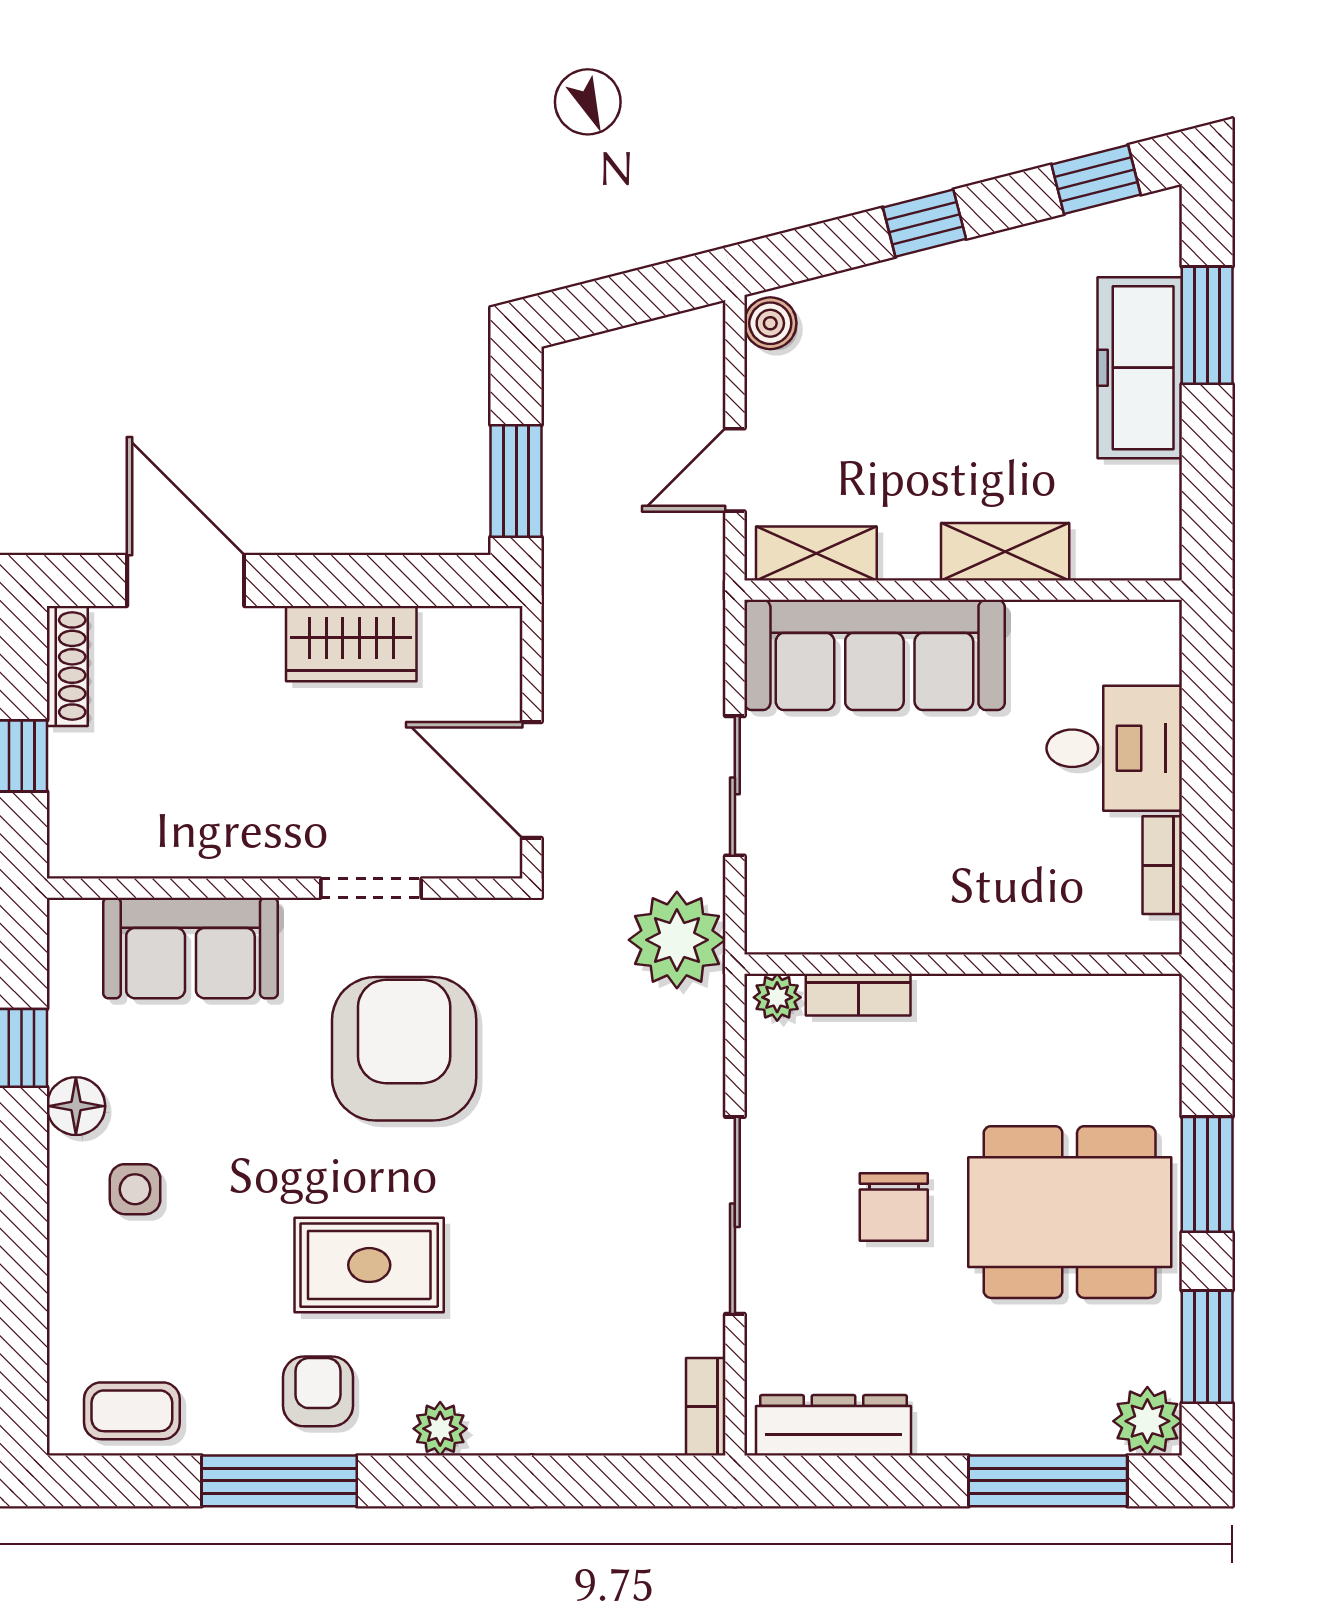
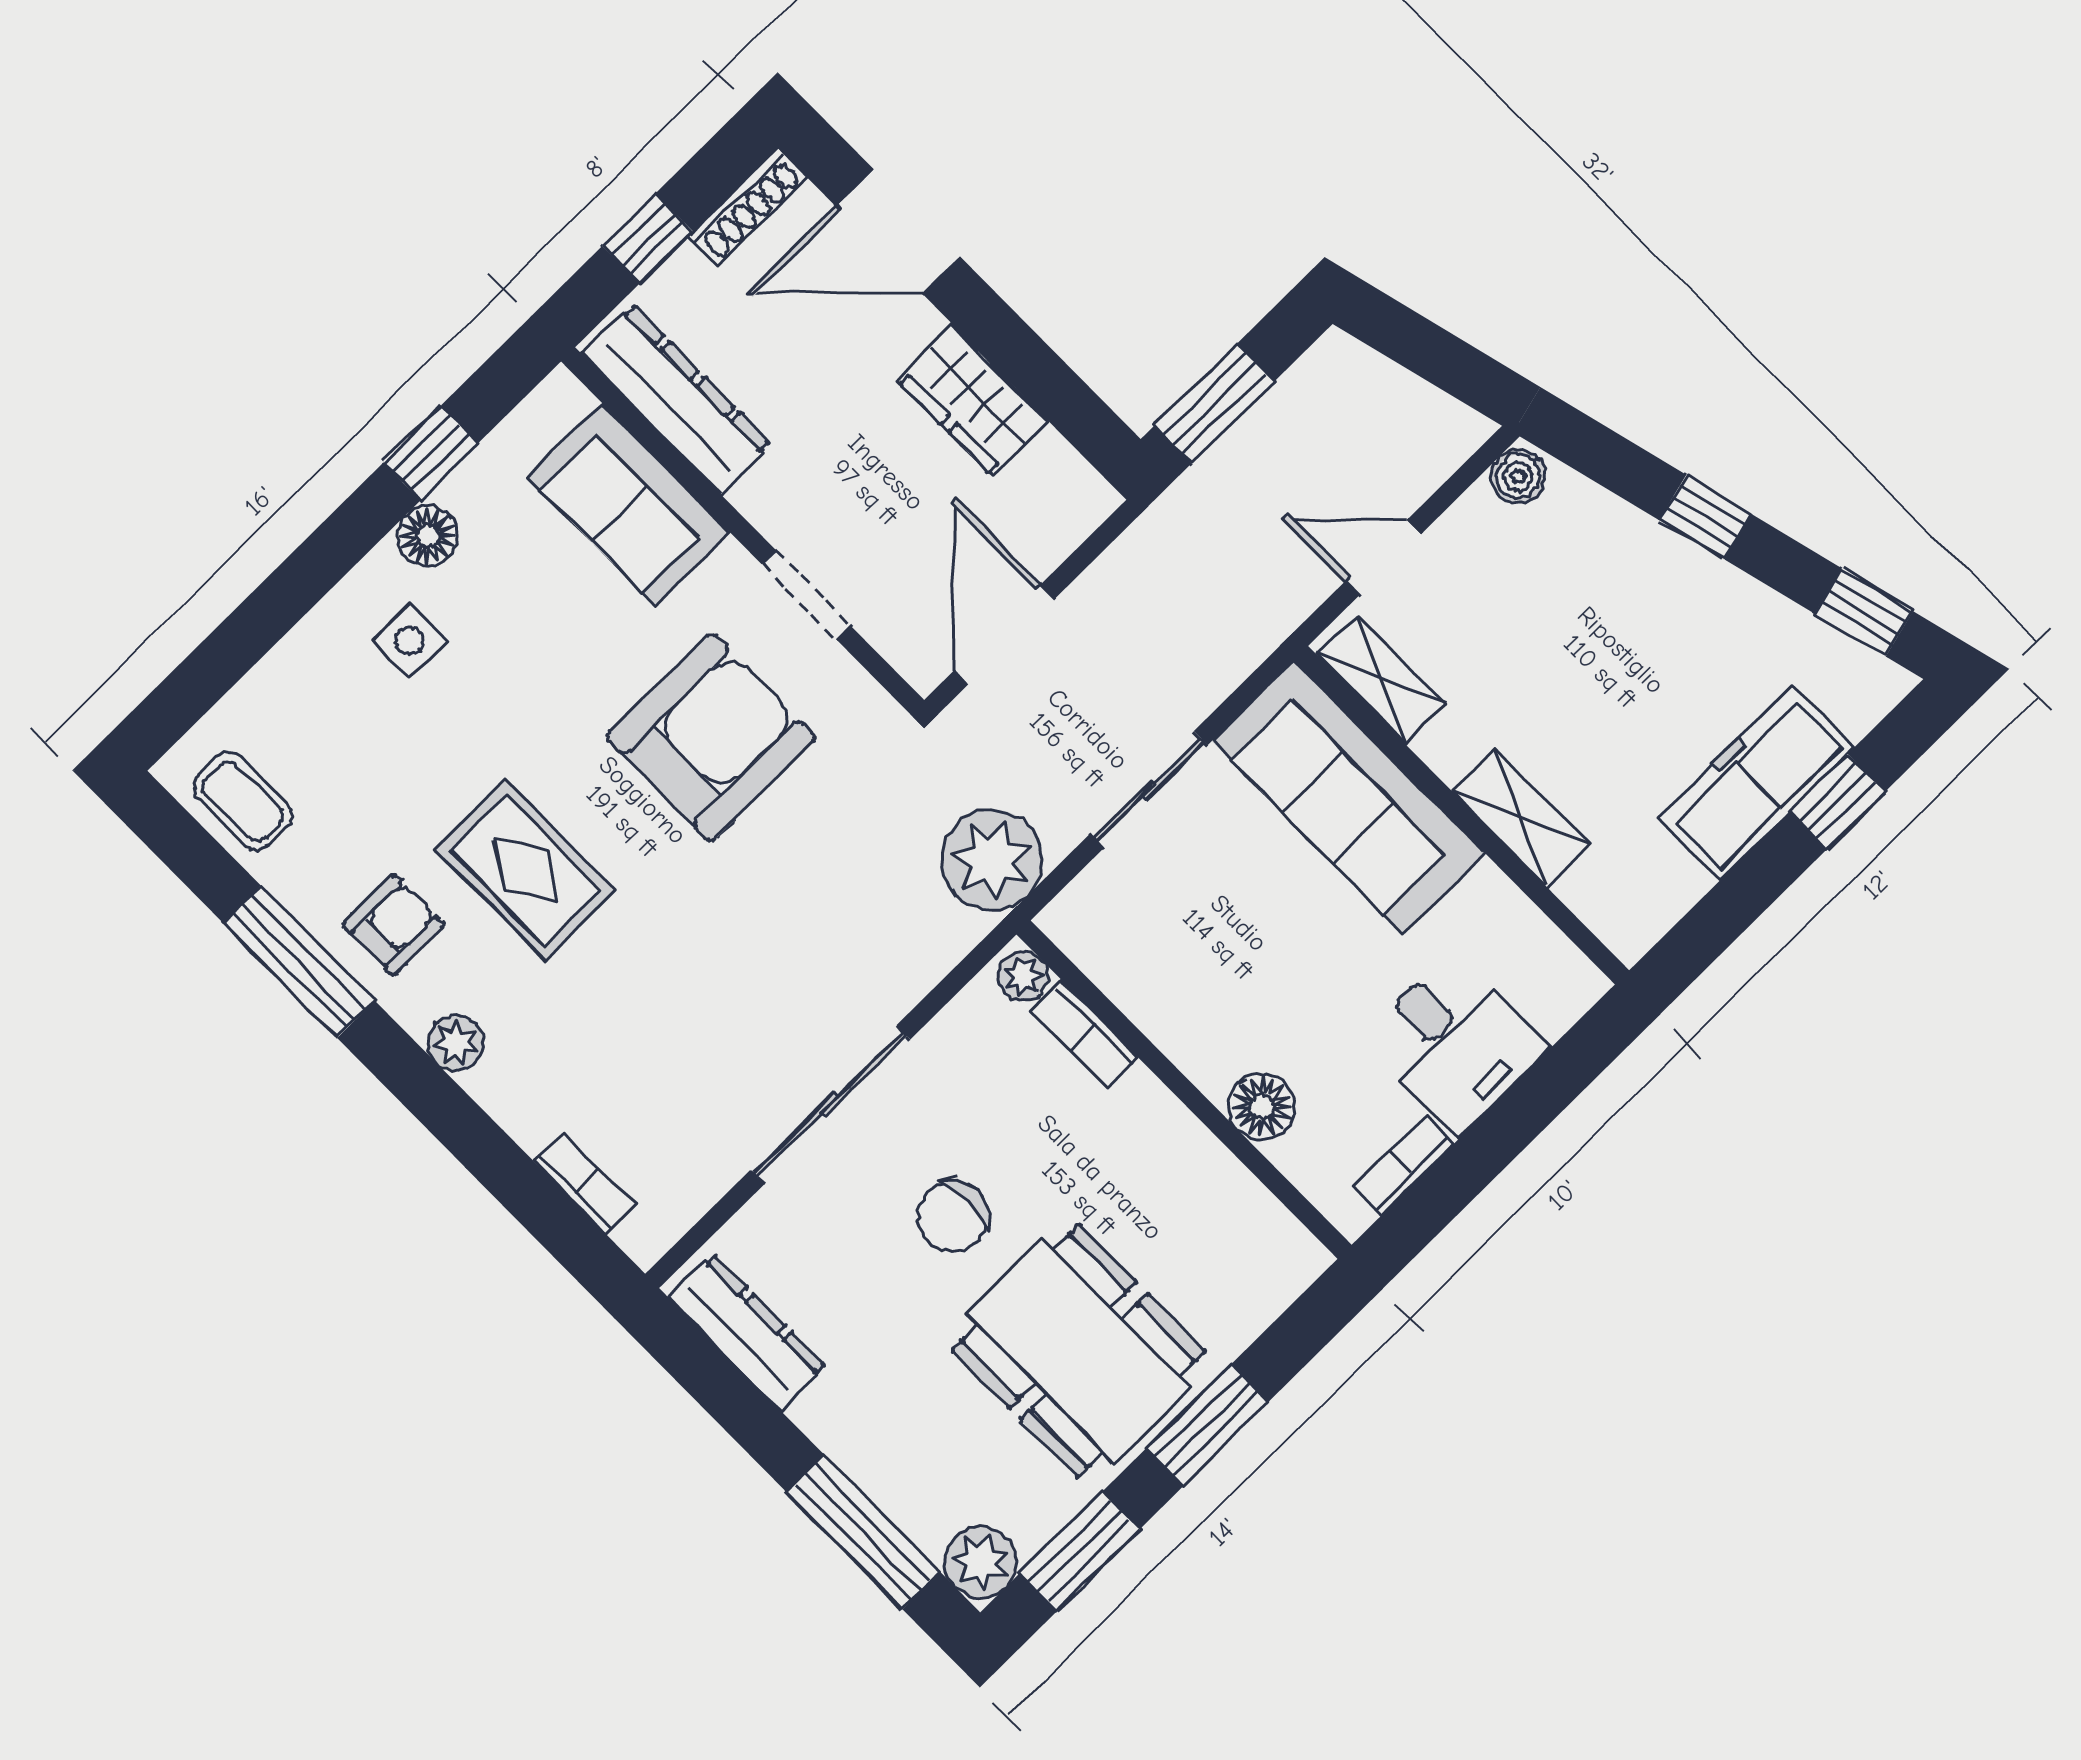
window: (1207, 325) -> (1837, 802), width x0.67
door: (186, 581) -> (898, 232), swing flipped
dresser: (150, 844) -> (676, 399), added
floor lamp: (1027, 923) -> (1262, 1107), added
bookcase: (706, 1407) -> (584, 1183), moved, turned 90

